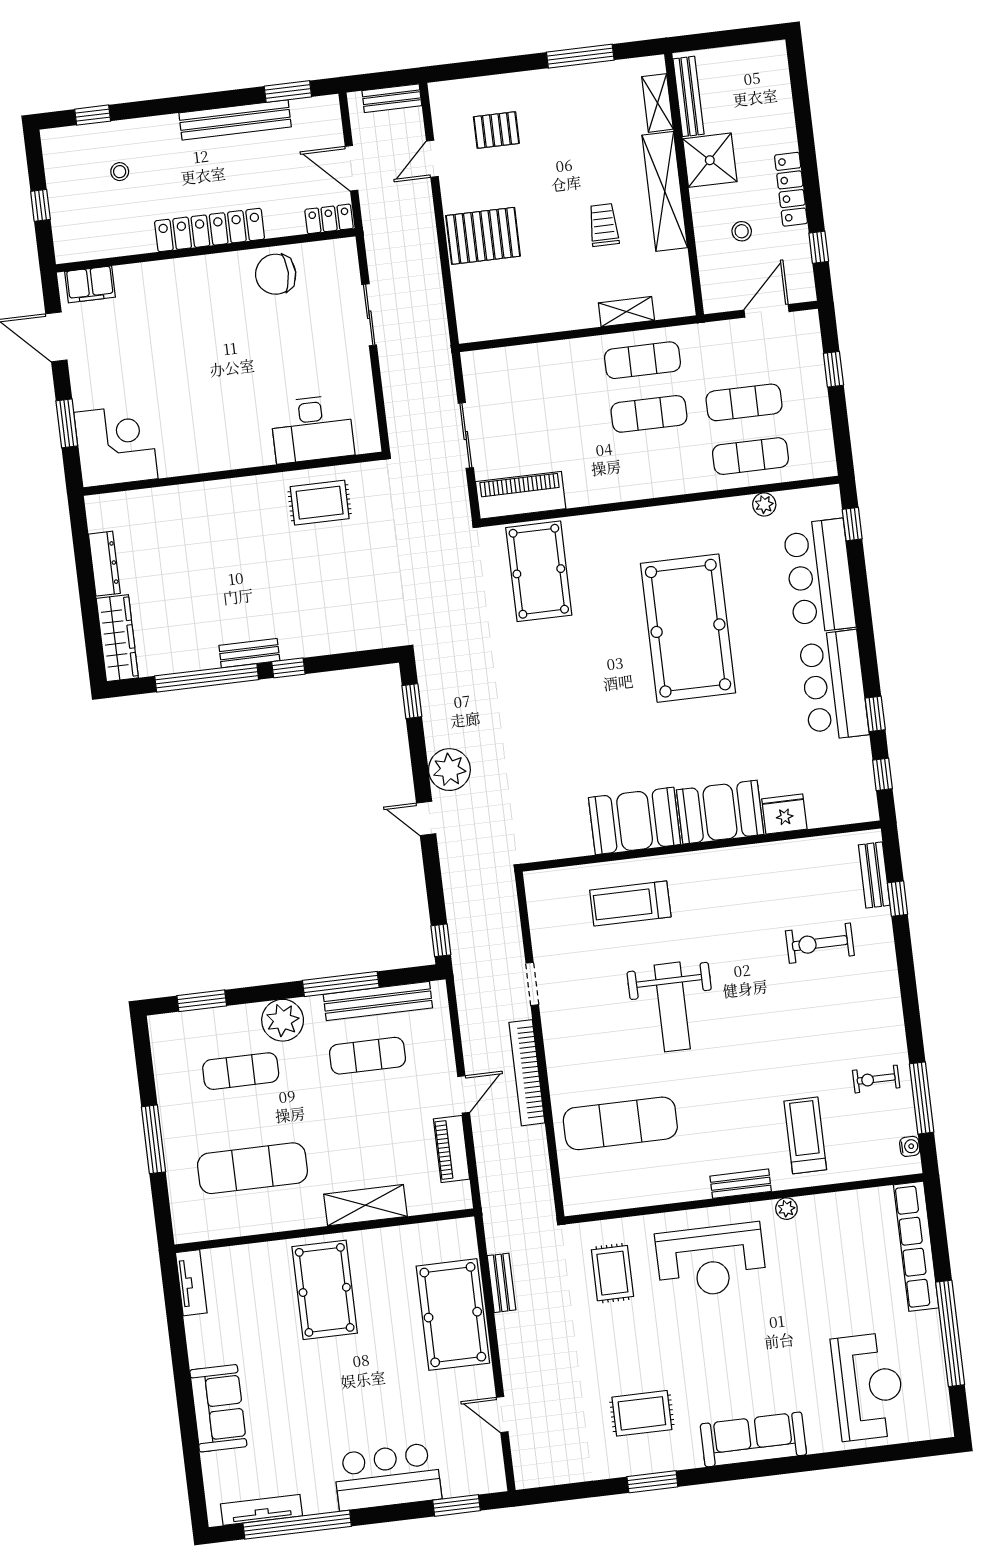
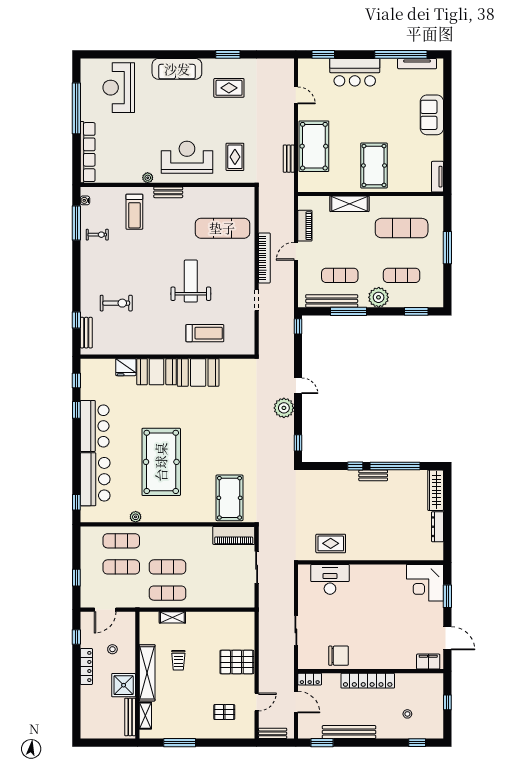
plant: (764, 504) -> (136, 517), moved

